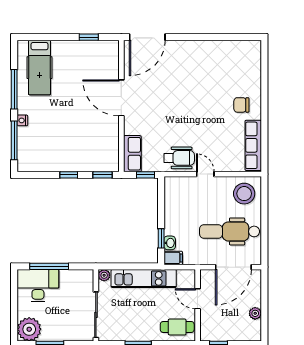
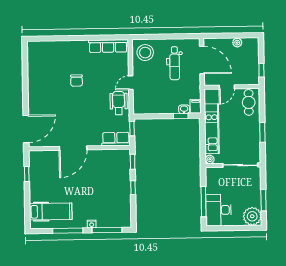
door: (147, 37) -> (26, 129), hinge flipped
chair: (241, 105) -> (77, 81), moved
dental chair: (230, 231) -> (175, 63), width x0.73, depth x0.72

